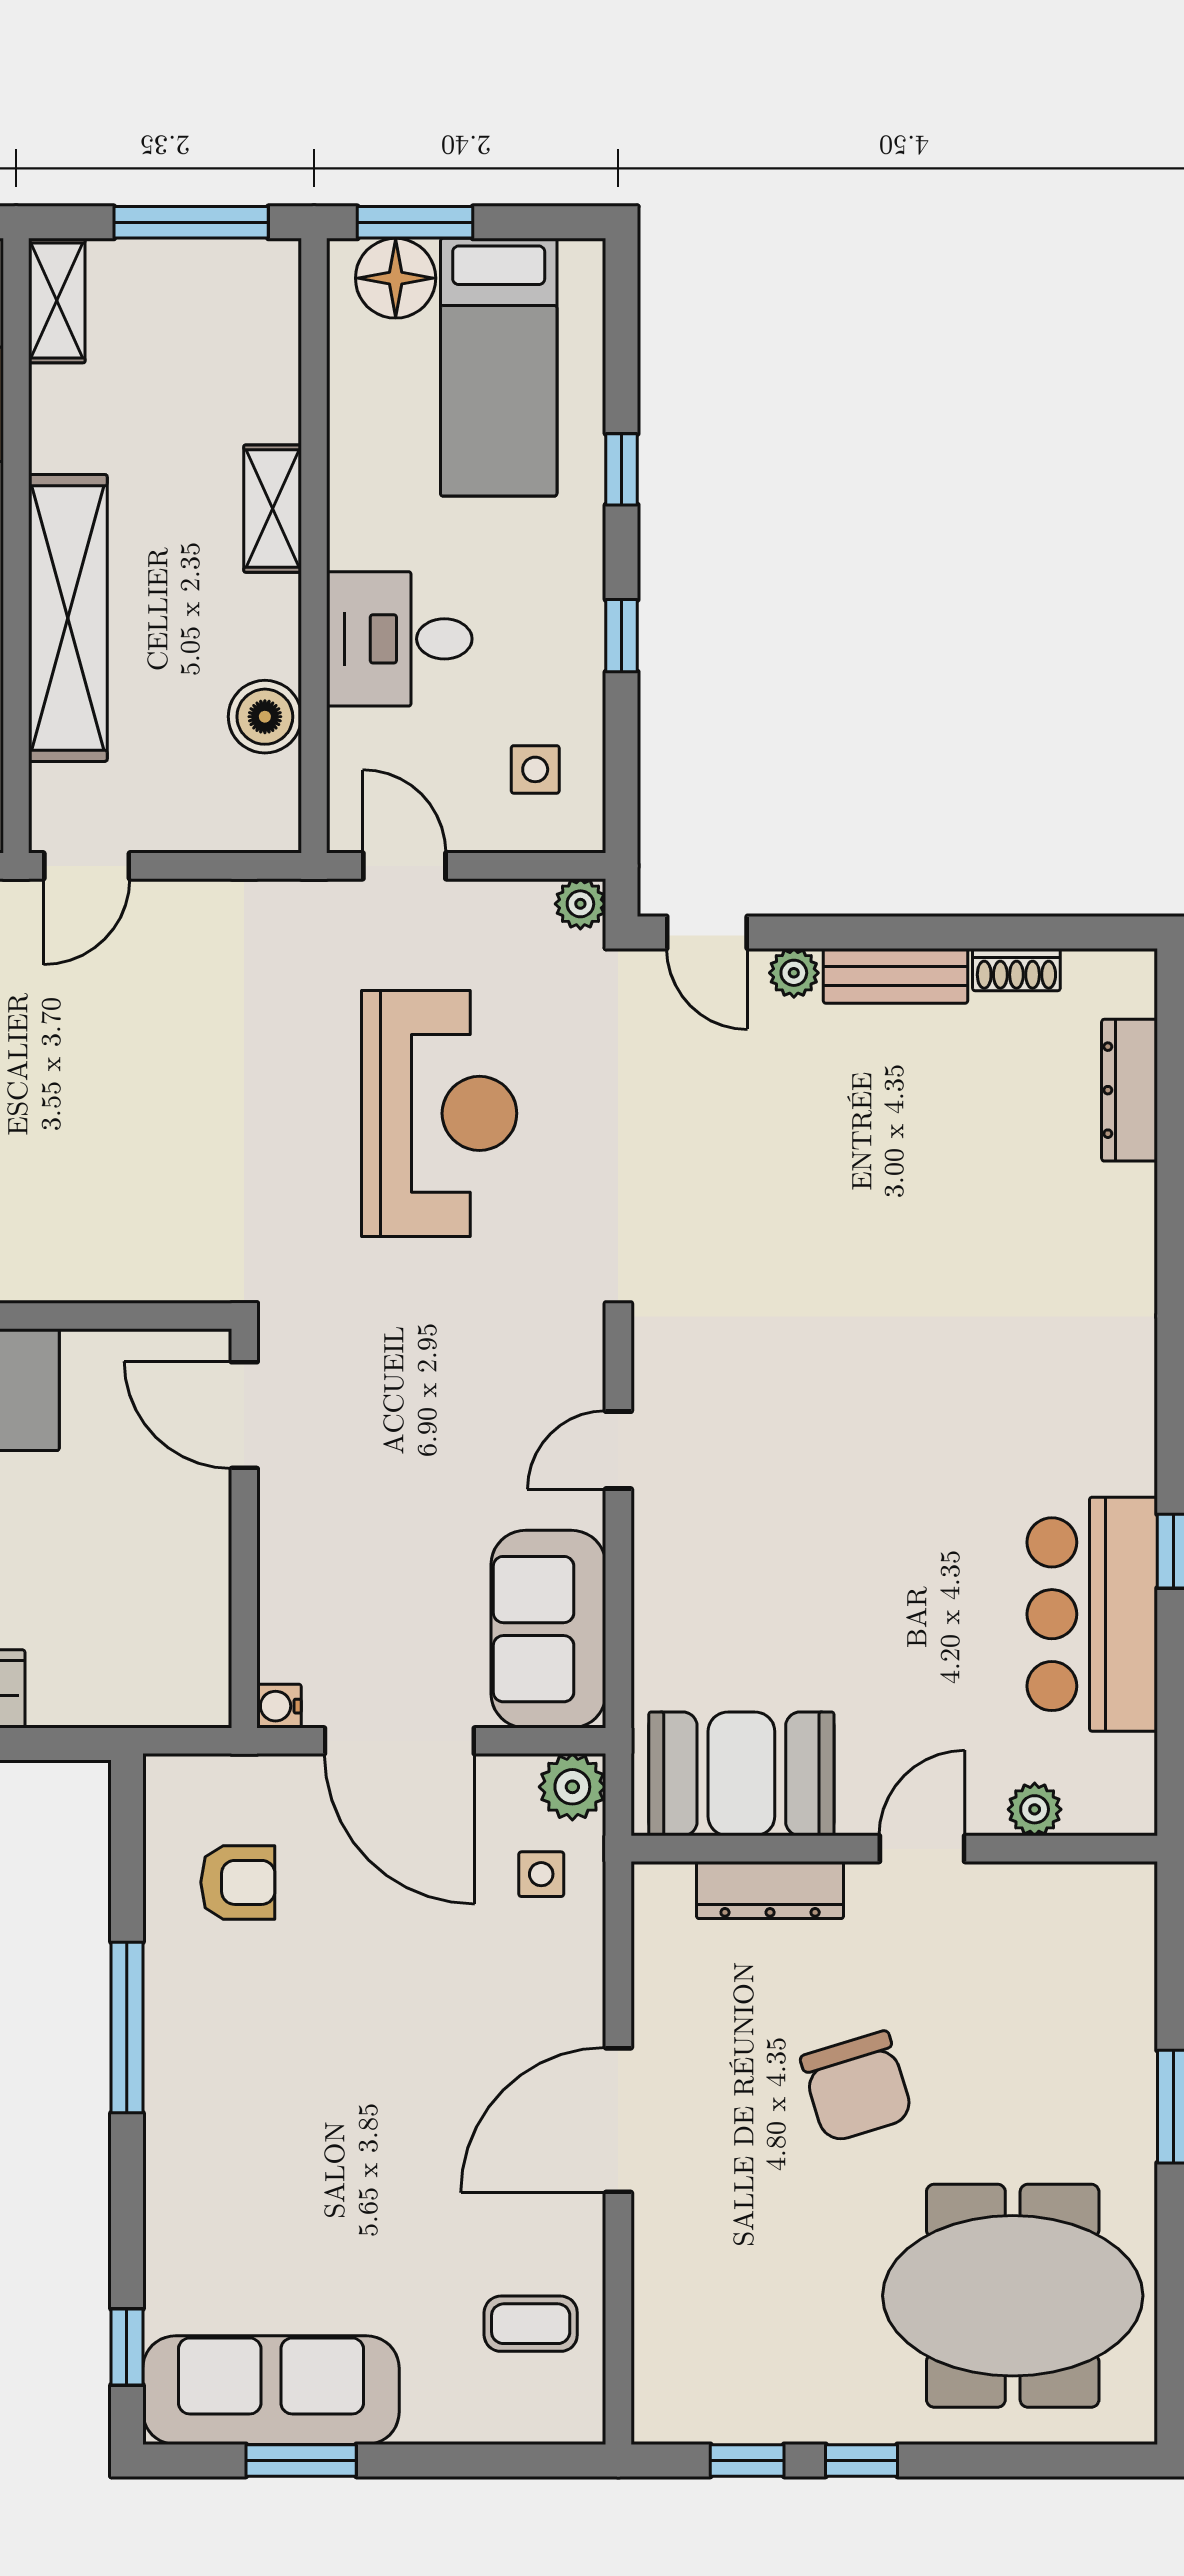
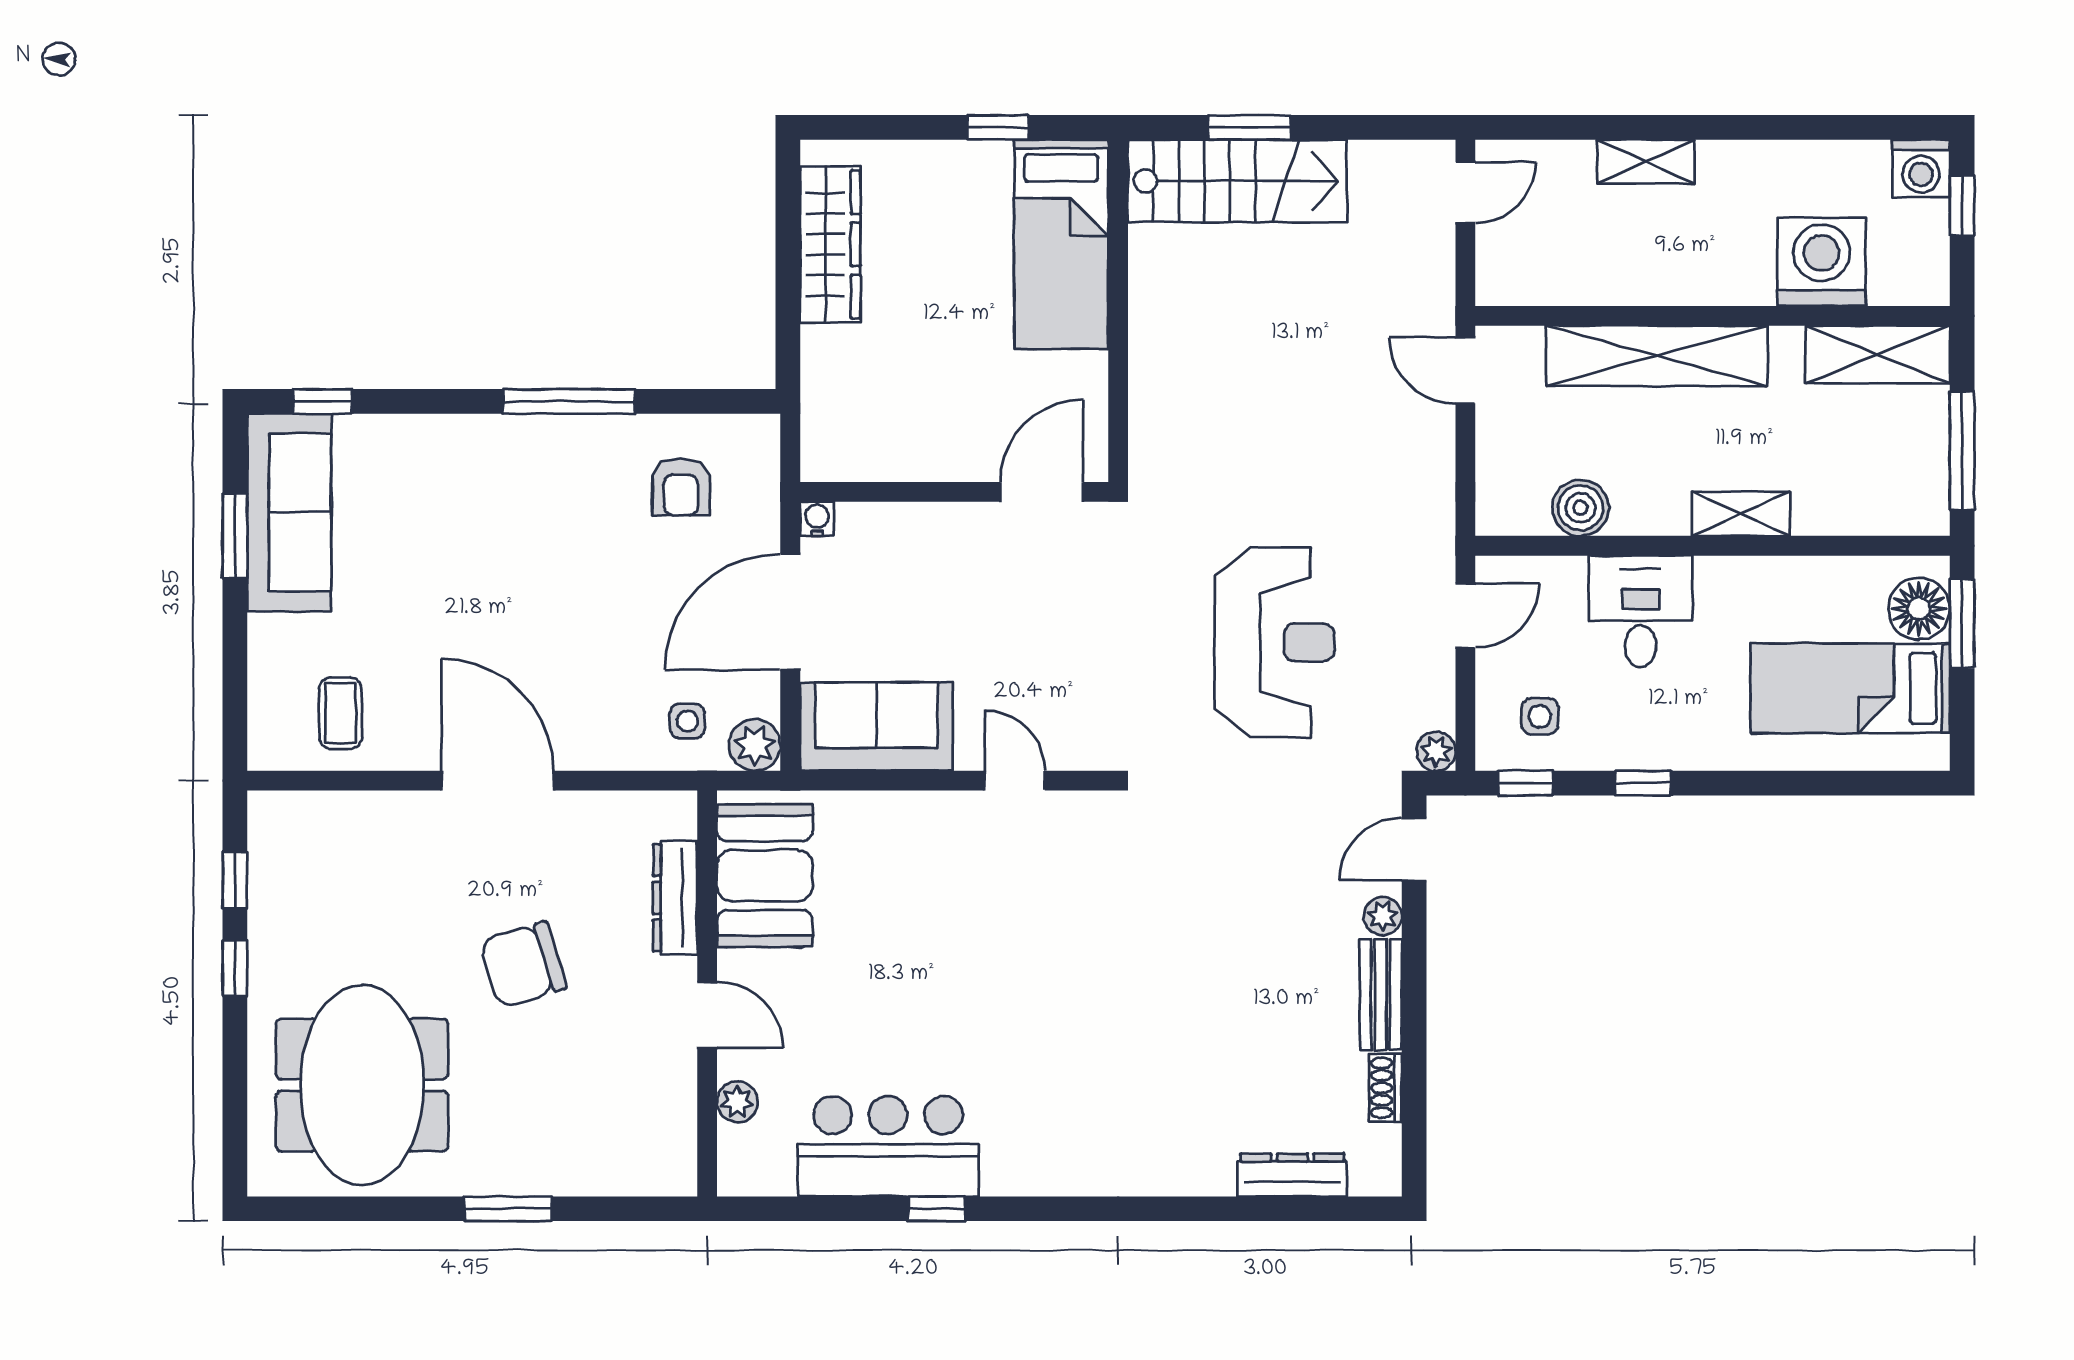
shelving: (57, 301) -> (1878, 354), width x1.50, depth x1.33
window: (622, 469) -> (1525, 783), moved
reception desk: (439, 1113) -> (1274, 642), turned -90

